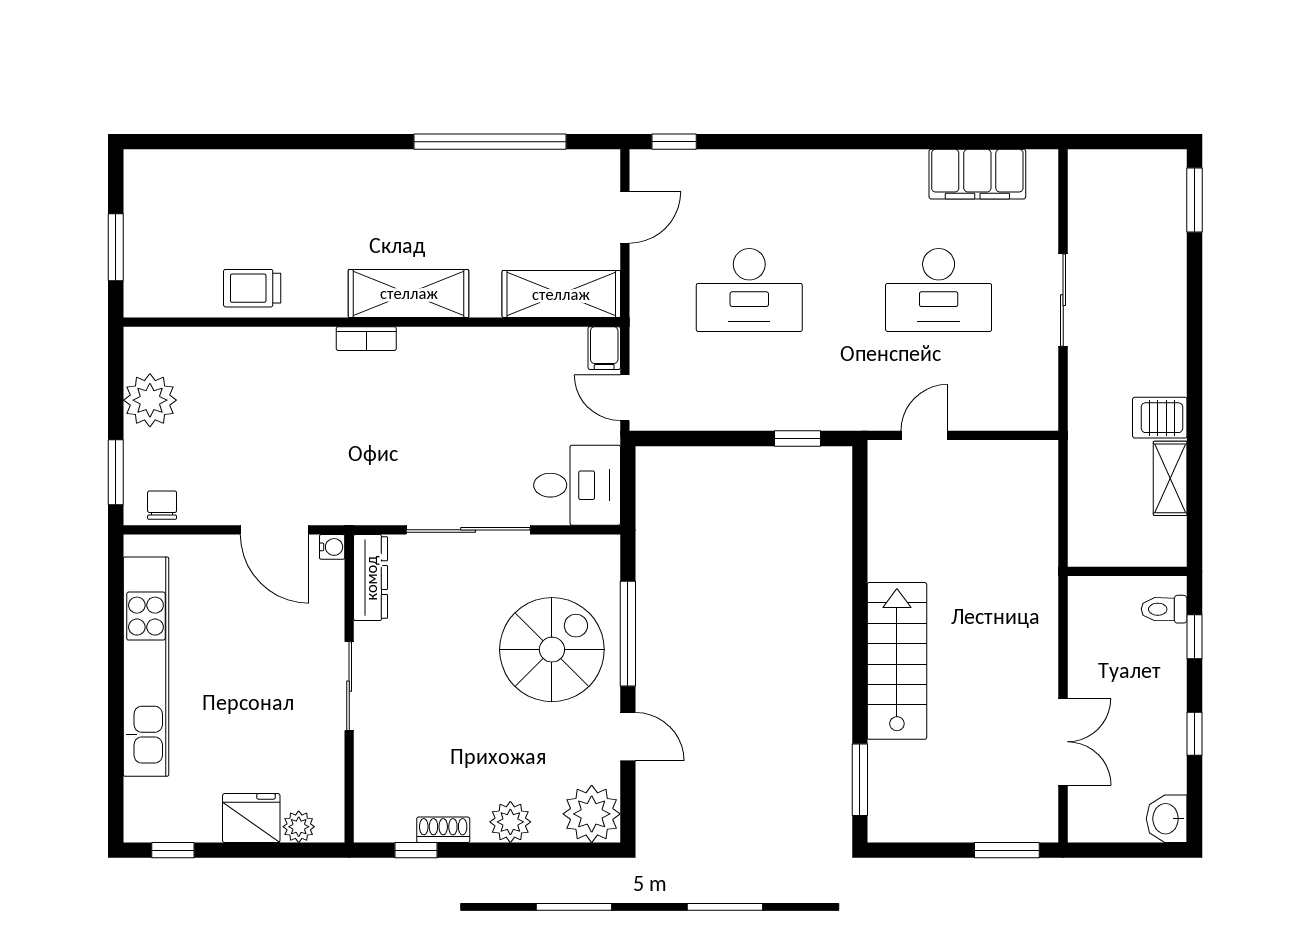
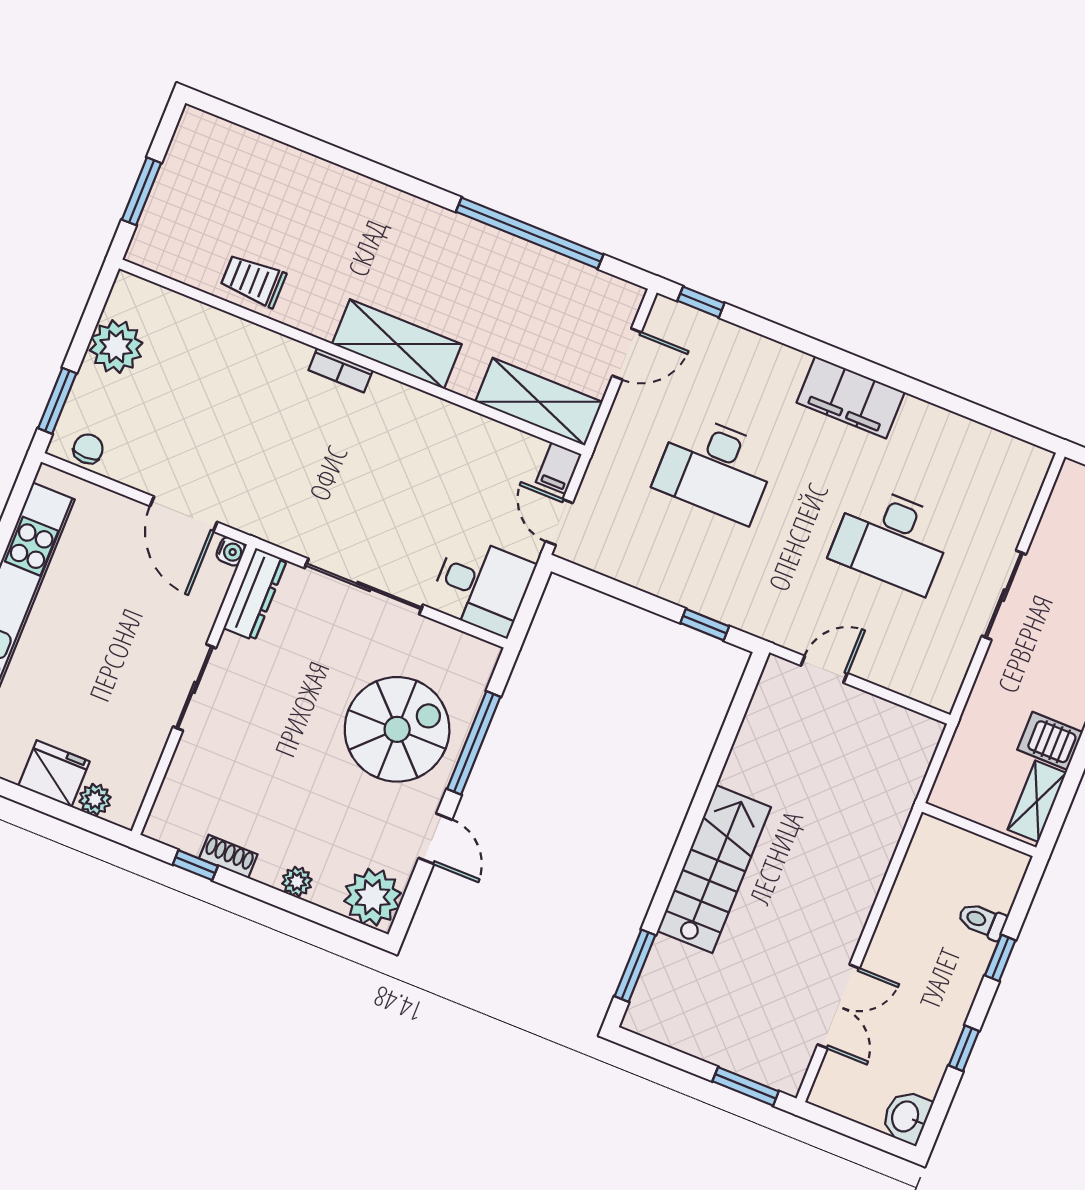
filing cabinet: (977, 174) -> (851, 397), moved
wall: (1127, 571) -> (979, 830), moved
plant: (510, 822) -> (297, 882), width x0.73, depth x0.73

